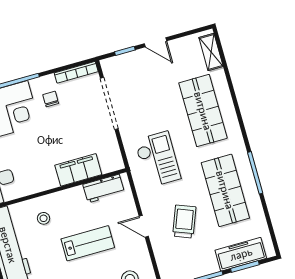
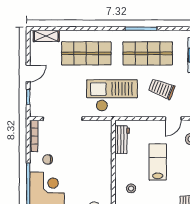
checkout: (158, 159) -> (112, 95), width x1.36, depth x1.21
filing cabinet: (78, 170) -> (104, 154), removed
door: (144, 226) -> (173, 119), moved

